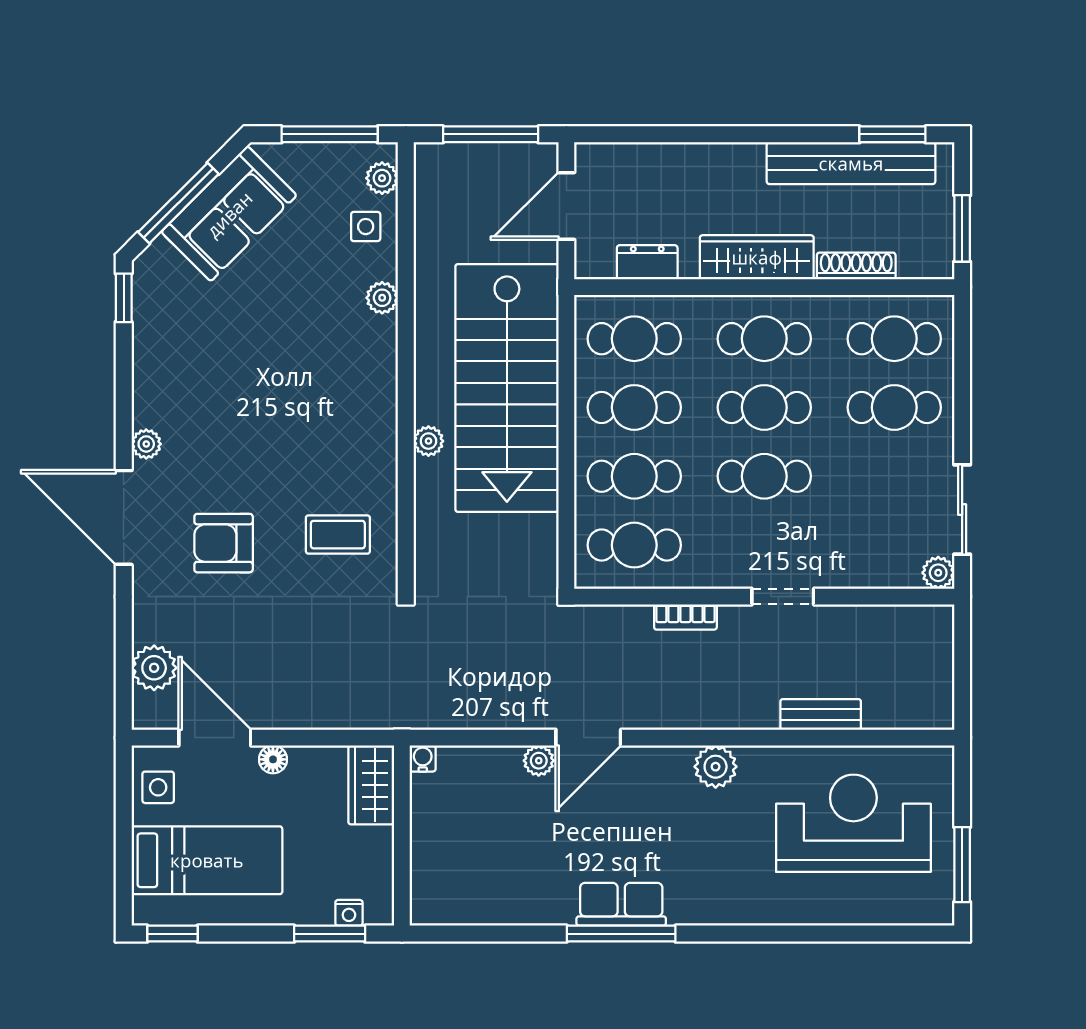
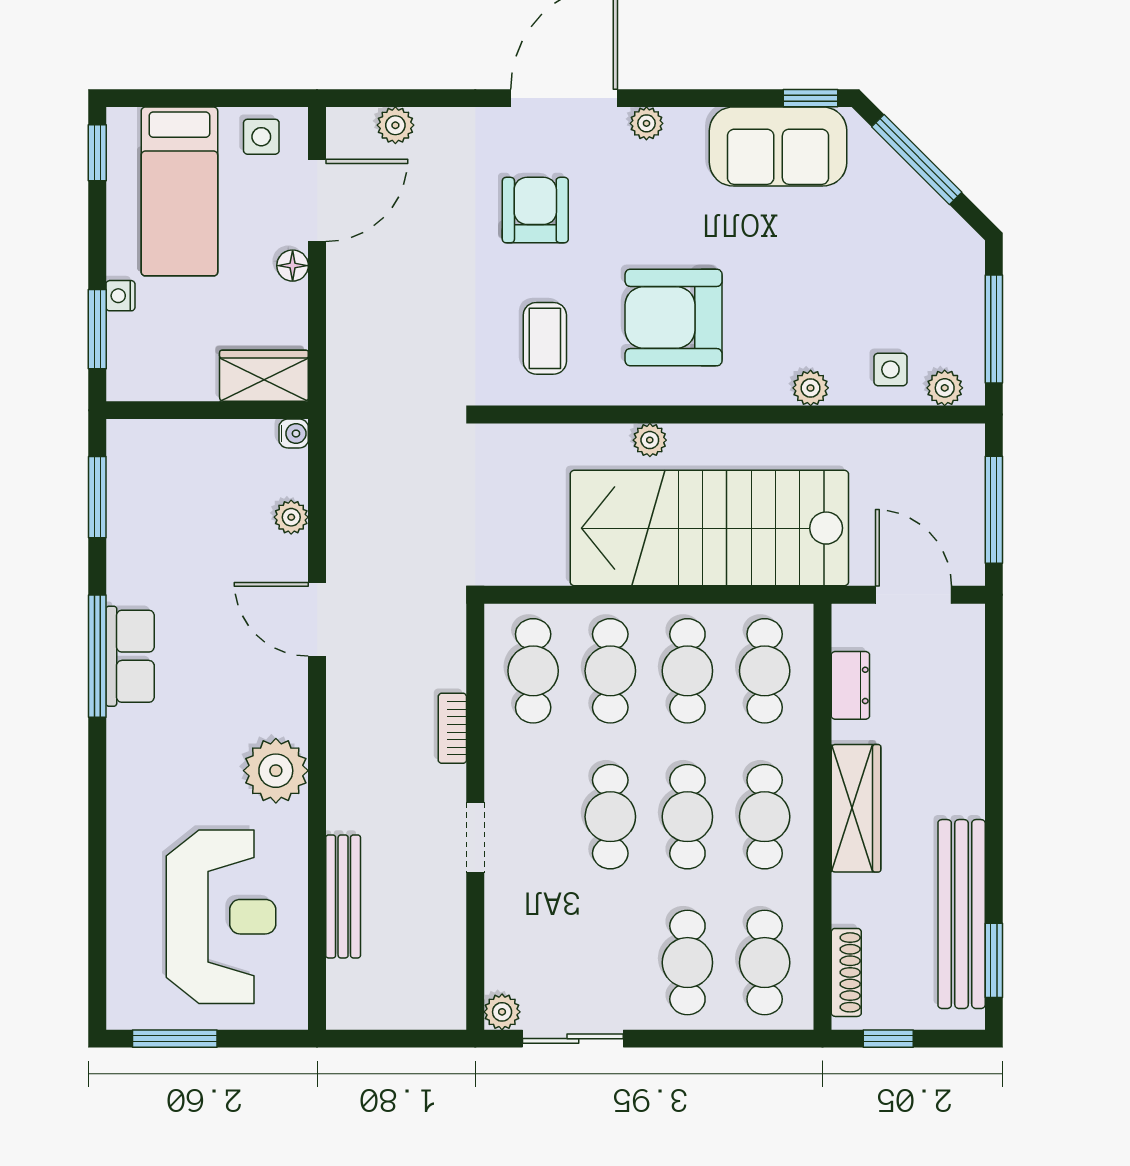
sofa: (229, 214) -> (778, 147), moved, turned -45
window: (962, 228) -> (888, 1039), width x0.67
shoe rack: (856, 266) -> (846, 972), moved
armchair: (319, 420) -> (674, 317), added
plant: (154, 668) -> (395, 125), width x0.73, depth x0.73
bench: (821, 714) -> (343, 896), width x1.36
plant: (539, 761) -> (291, 517), moved
plant: (716, 767) -> (276, 771), width x1.36, depth x1.36
nightstand: (349, 913) -> (120, 296), moved
window: (479, 934) -> (97, 497), added

